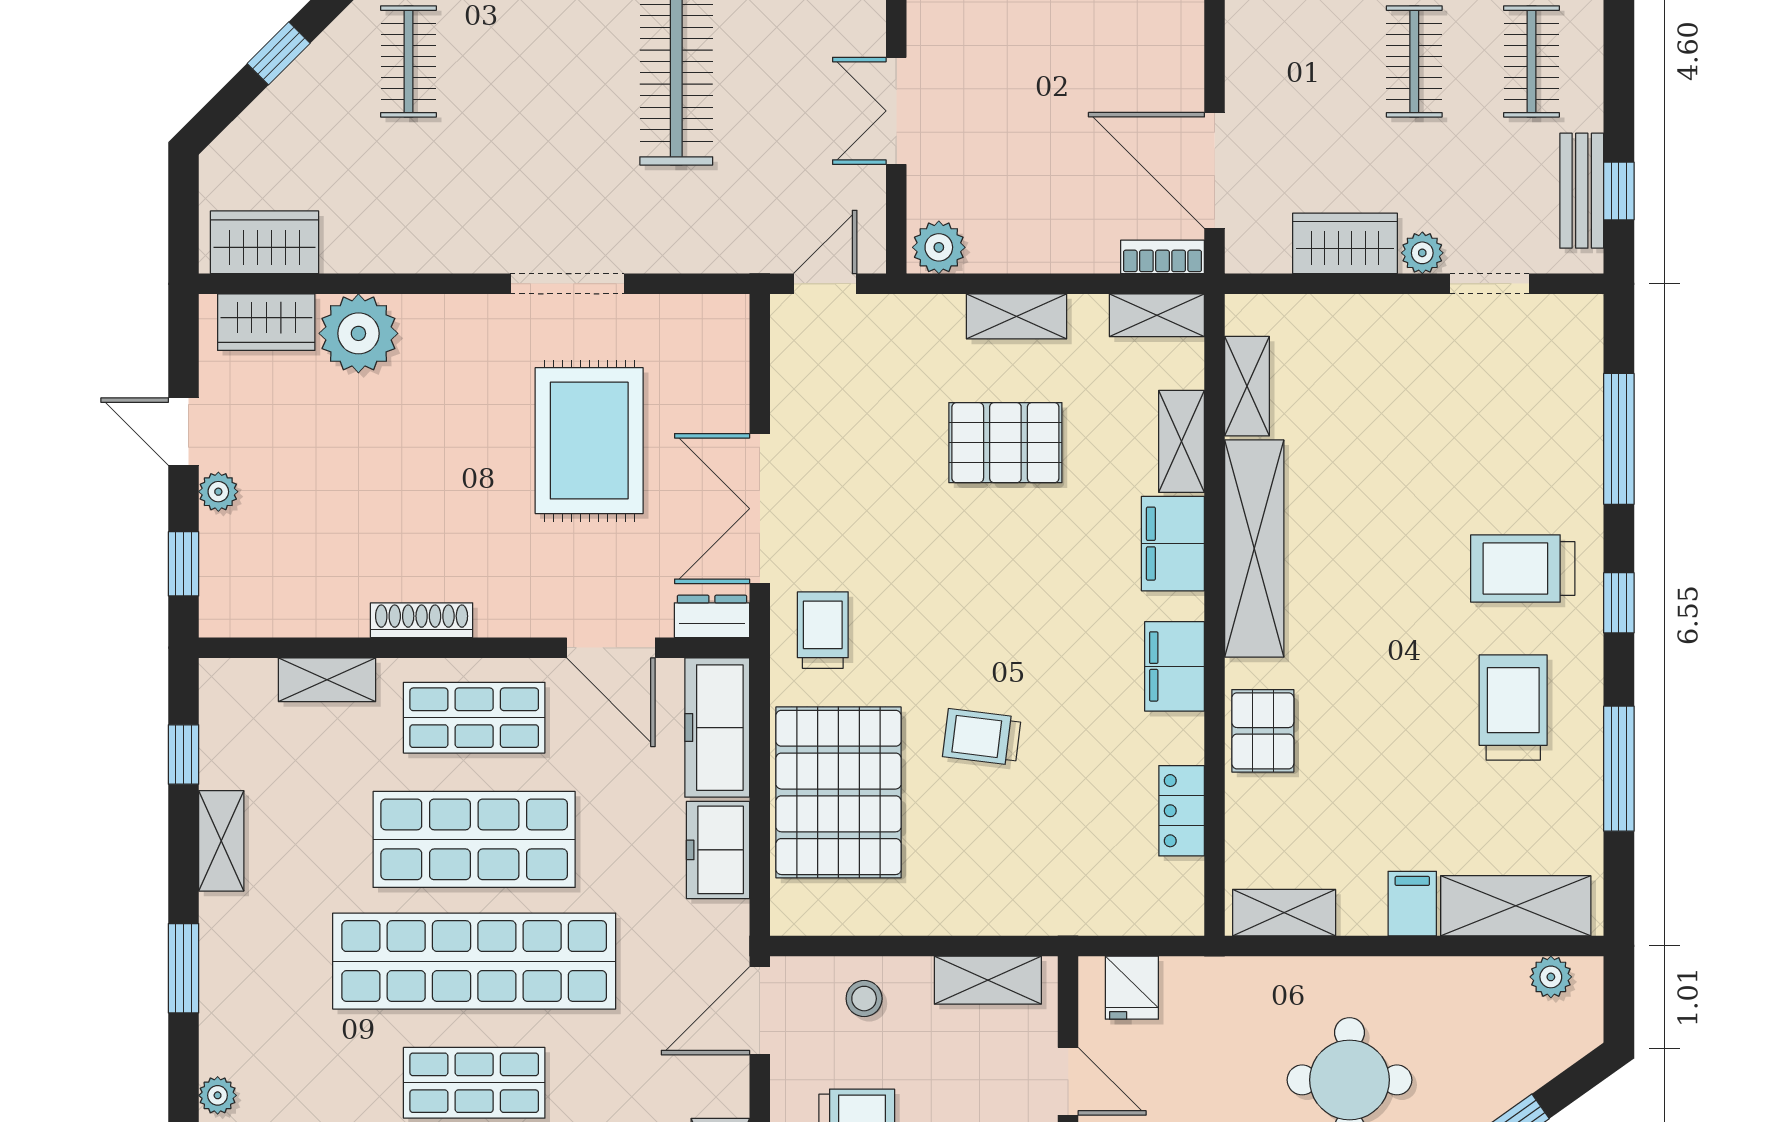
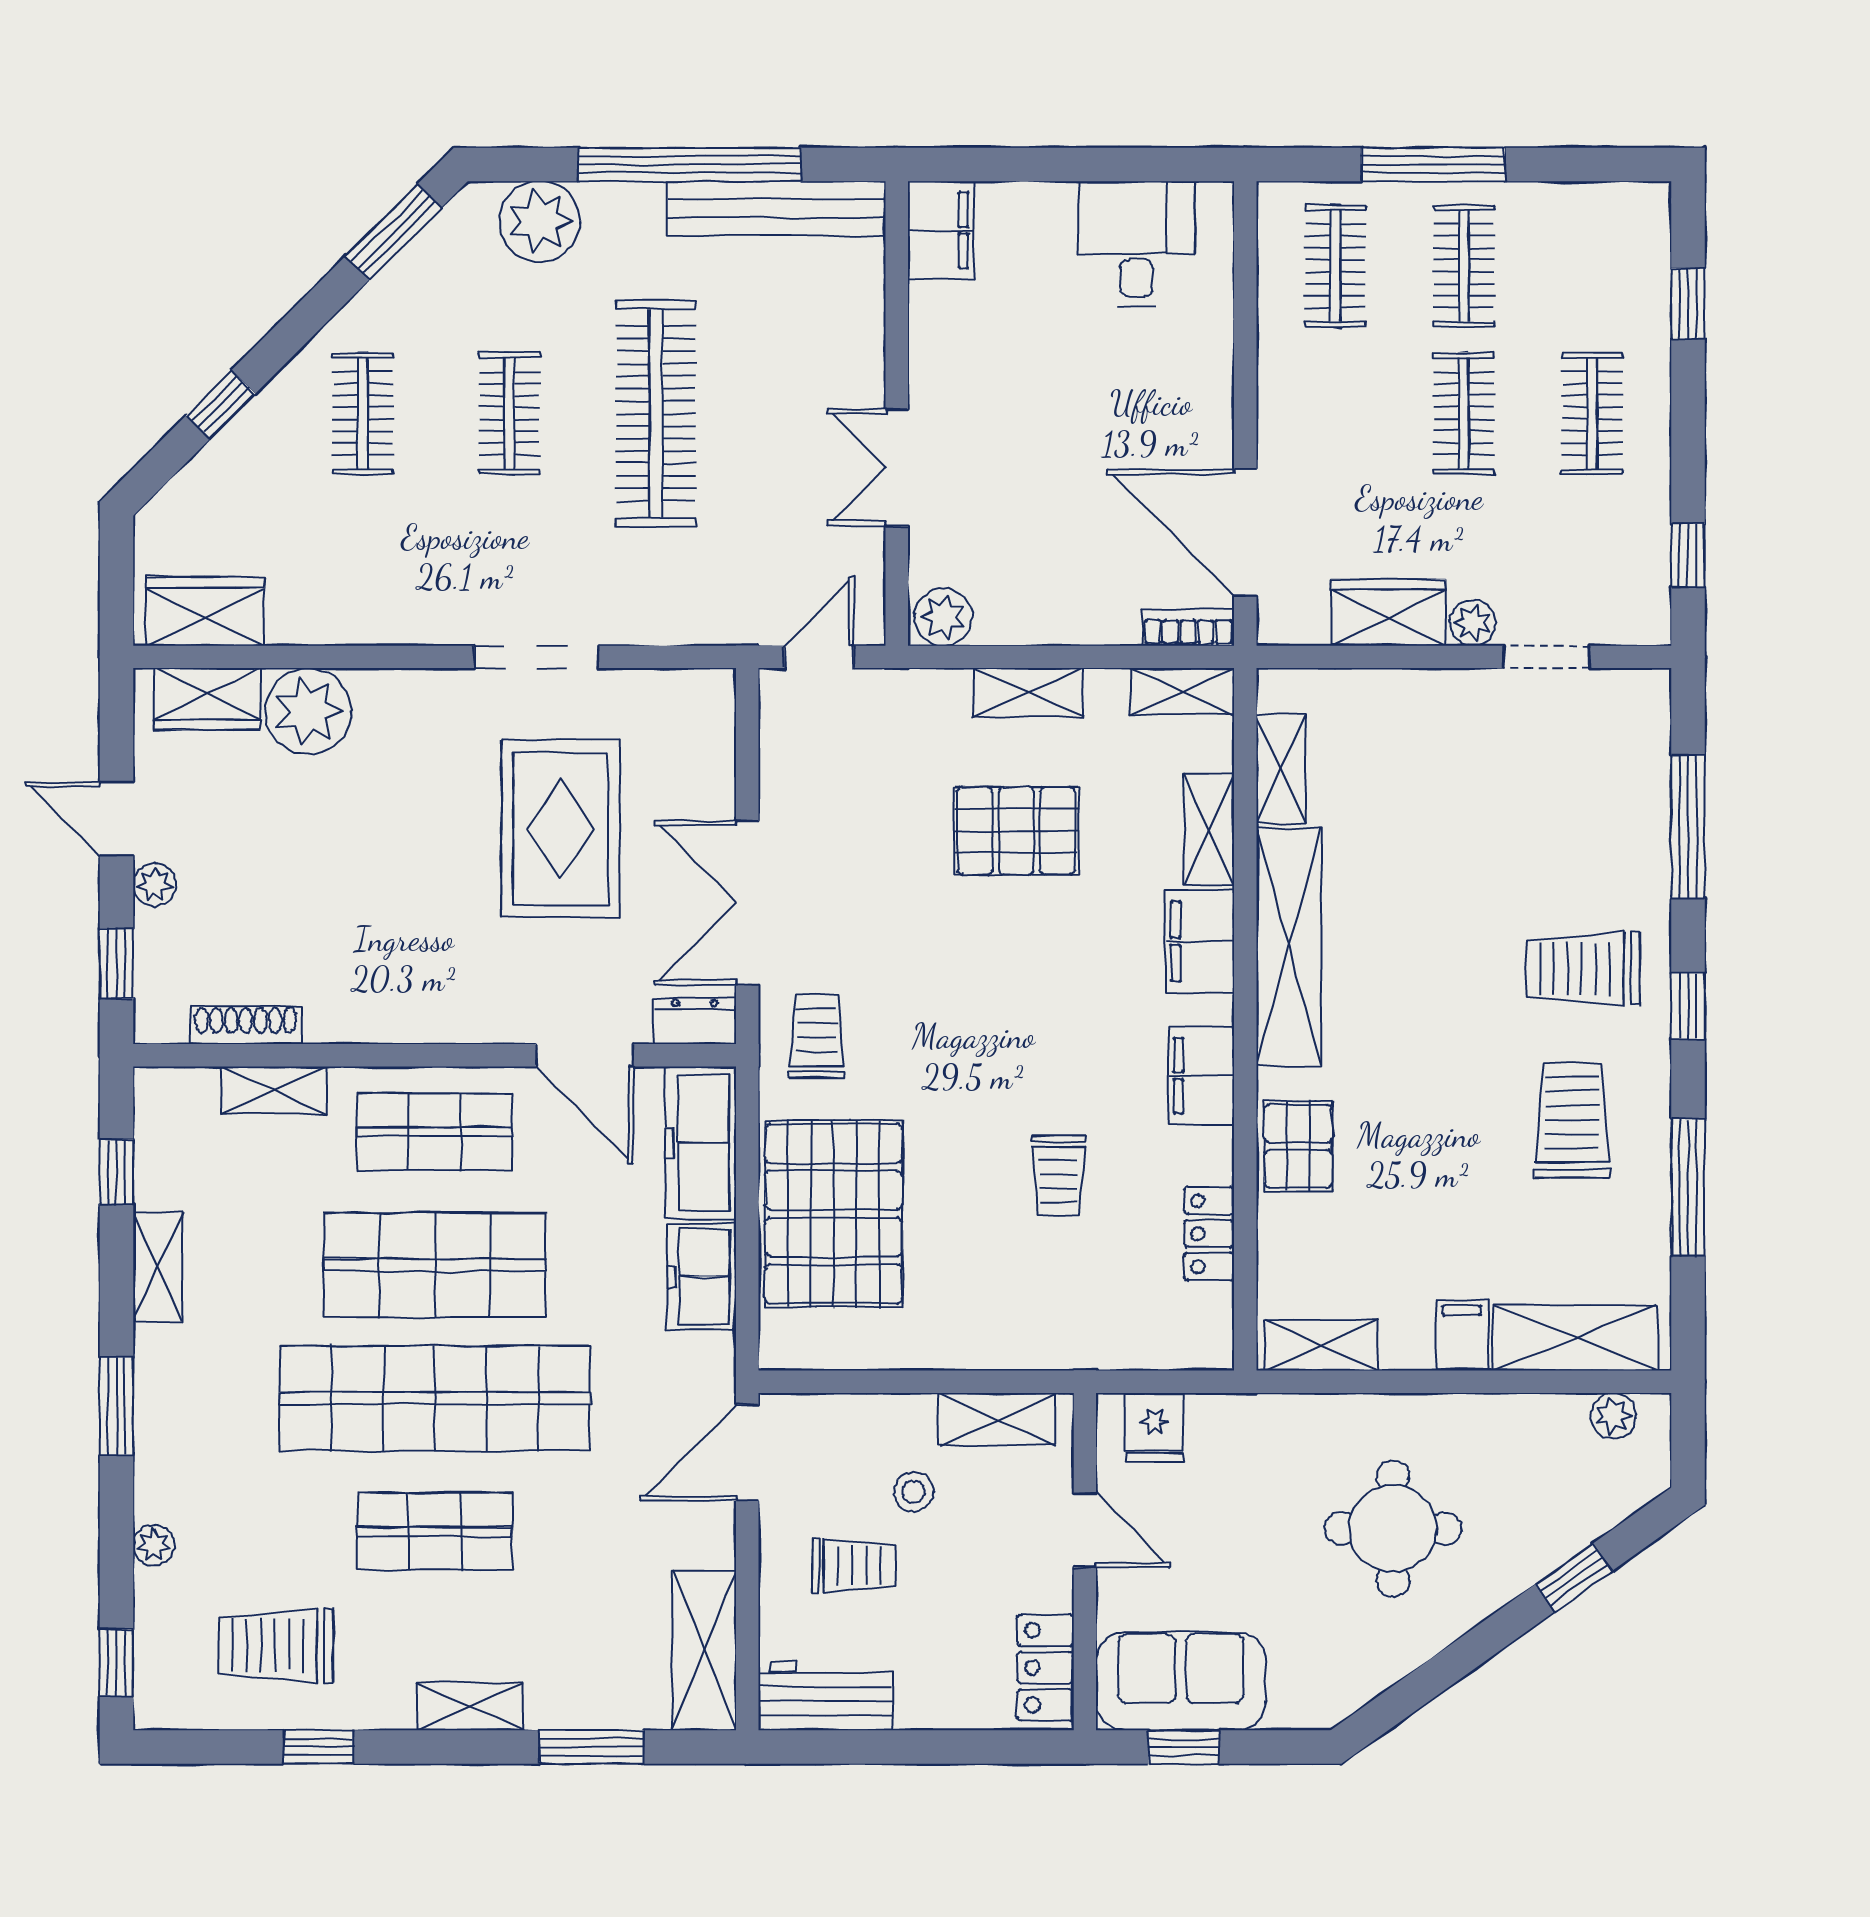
clothes rail: (542, 61) -> (509, 413), added
bench: (1582, 191) -> (1647, 555), removed
shoe rack: (422, 620) -> (246, 1025), moved
trolley: (982, 737) -> (1059, 1176), moved, turned -97
stool: (864, 999) -> (913, 1492), moved

